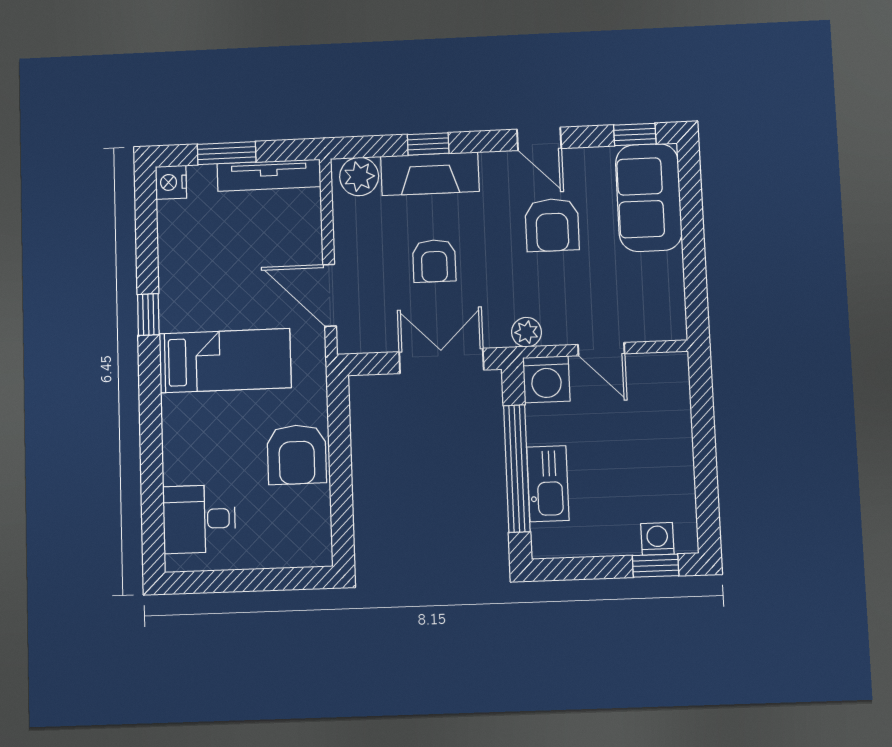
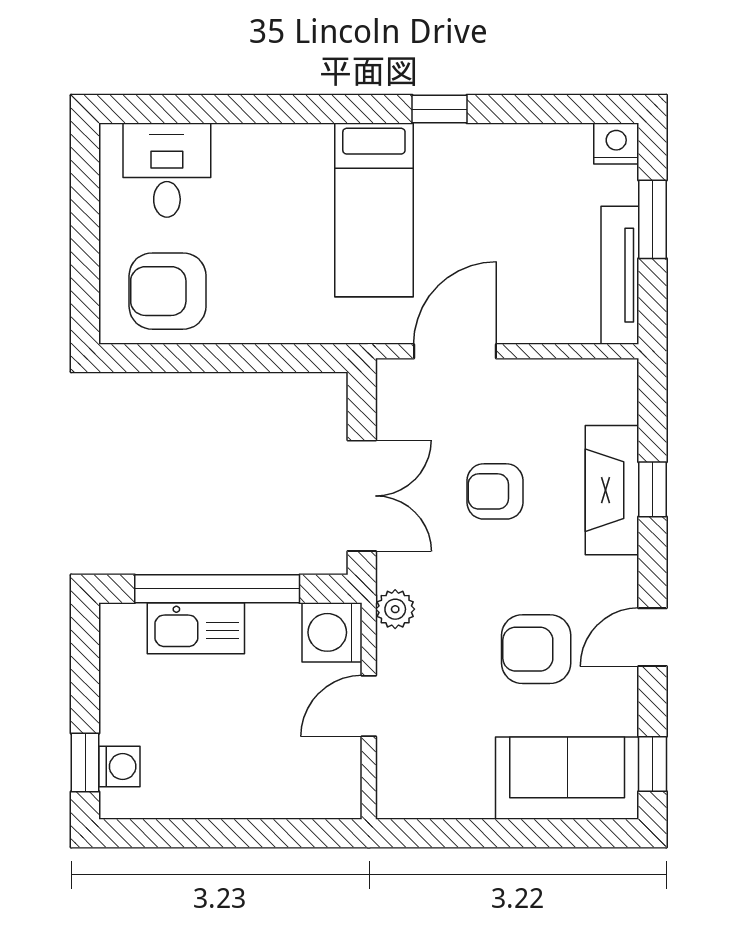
plant: (359, 176) -> (613, 396), removed
armchair: (297, 455) -> (168, 291), moved

